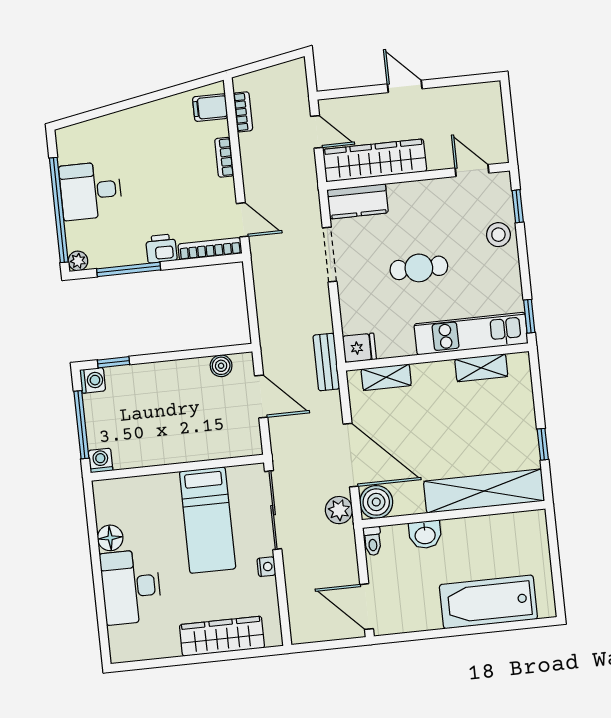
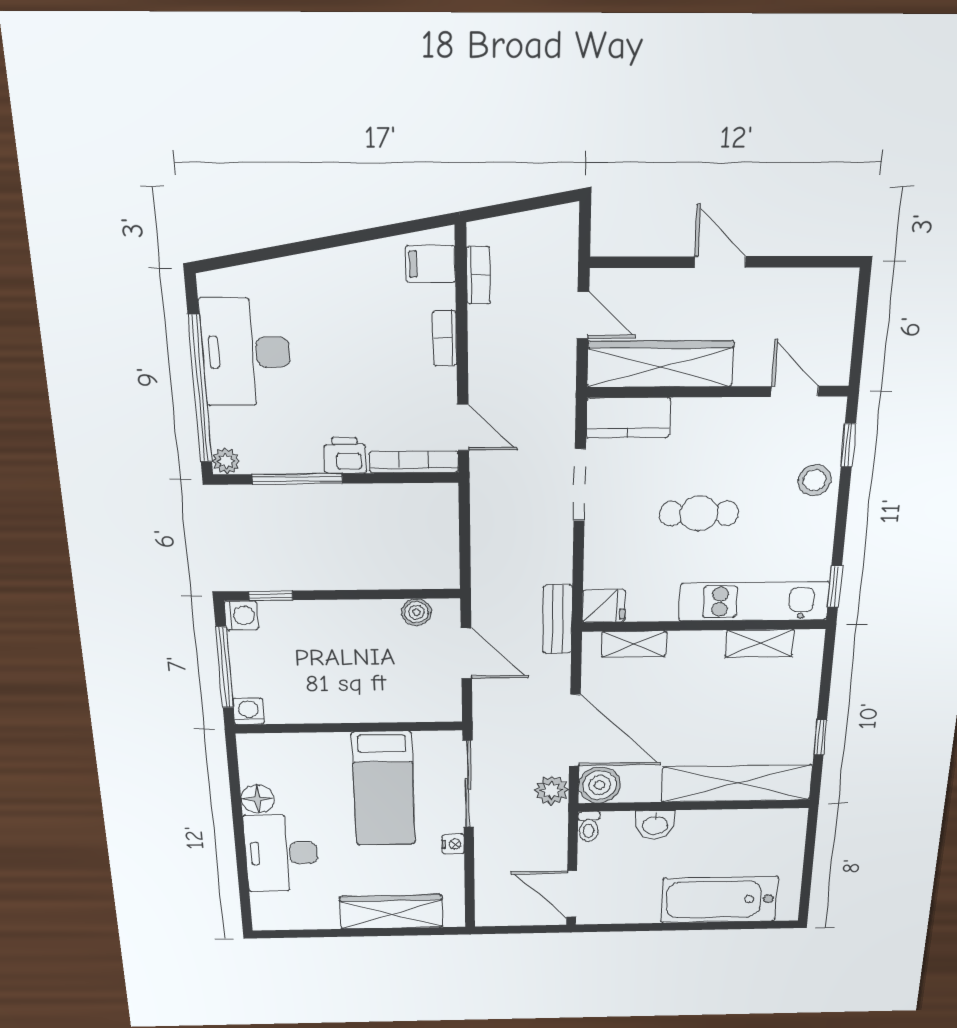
desk: (91, 191) -> (246, 352), width x1.37

